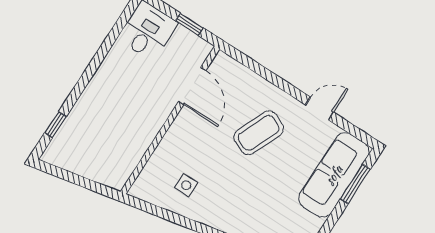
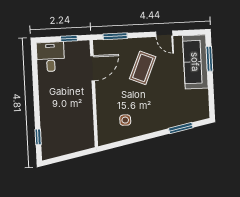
window: (252, 65) -> (115, 36), added
door: (192, 86) -> (93, 68), hinge flipped
door: (319, 108) -> (164, 34), swing flipped

